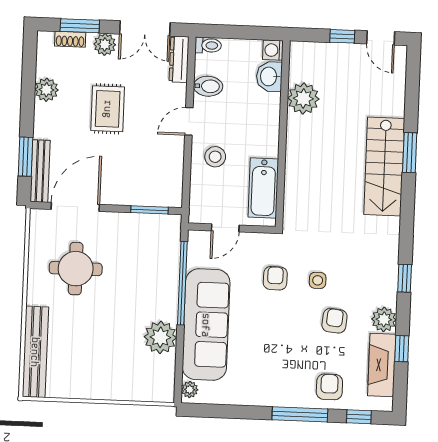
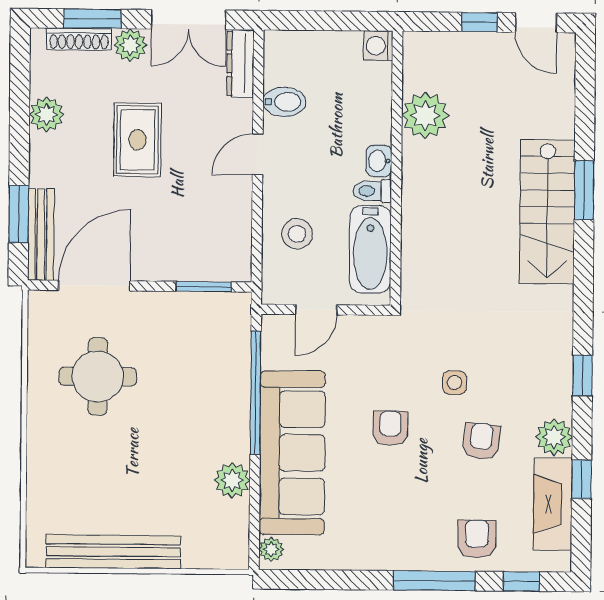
shoe rack: (70, 39) -> (79, 39), width x1.43
toilet: (208, 45) -> (372, 191), moved, turned 180
washbasin: (269, 76) -> (379, 161), moved, width x0.72, depth x0.69
stool: (215, 157) -> (297, 234), moved
armchair: (275, 278) -> (390, 428), moved
plant: (160, 337) -> (232, 480), width x0.73, depth x0.73
bench: (35, 352) -> (113, 552), moved, turned 90

